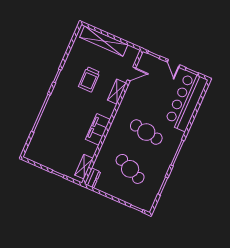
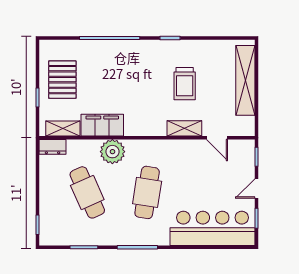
trolley: (89, 79) -> (185, 84), turned -90
filing cabinet: (98, 129) -> (102, 125), moved
plant: (112, 142) -> (112, 152), added
pallet: (54, 154) -> (62, 80), added
cafe table: (130, 169) -> (87, 192), turned -48

